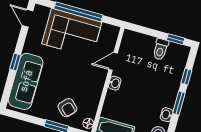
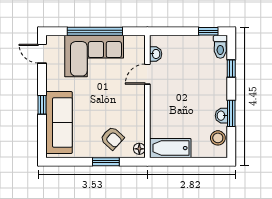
toilet: (161, 49) -> (220, 47), moved
washbasin: (115, 83) -> (156, 54), moved
window: (179, 103) -> (231, 113), moved

